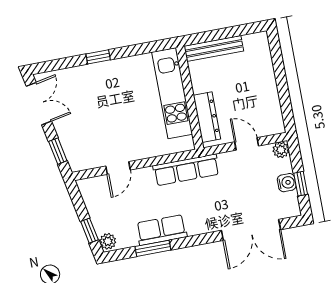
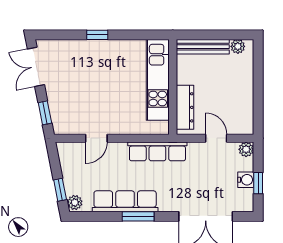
plant: (251, 41) -> (238, 46), added
double door: (39, 104) -> (36, 67), swing flipped
row of seats: (162, 230) -> (125, 201), width x1.48
window: (153, 248) -> (138, 216), moved

